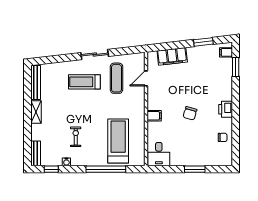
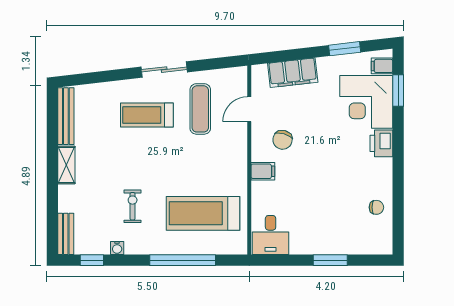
corner desk: (216, 74) -> (366, 102), added
printer: (226, 109) -> (381, 143), moved
chair: (190, 113) -> (283, 140), moved
treadmill: (118, 141) -> (203, 213), turned -90

